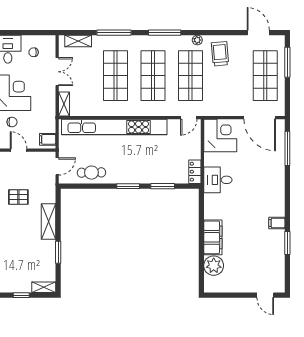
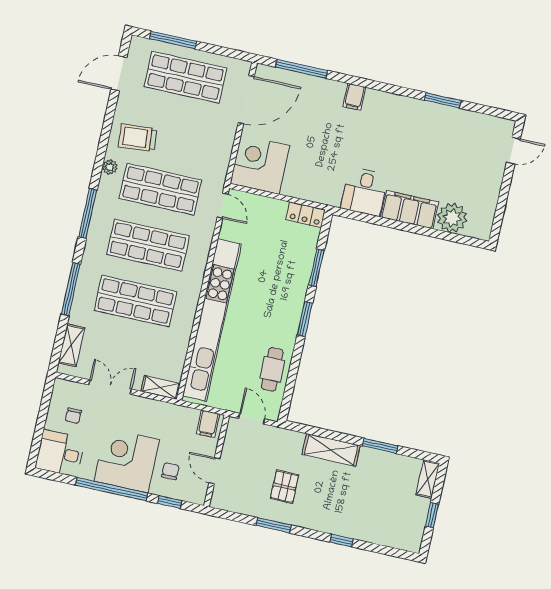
door: (19, 150) -> (214, 471), hinge flipped
desk: (218, 180) -> (364, 192), moved
filing cabinet: (277, 223) -> (354, 97), moved

